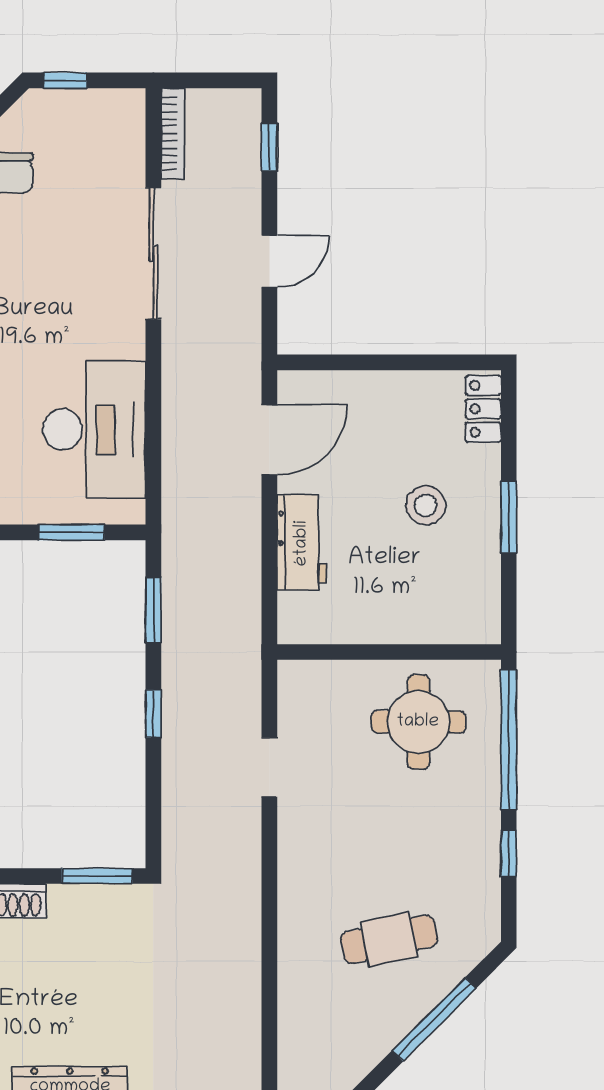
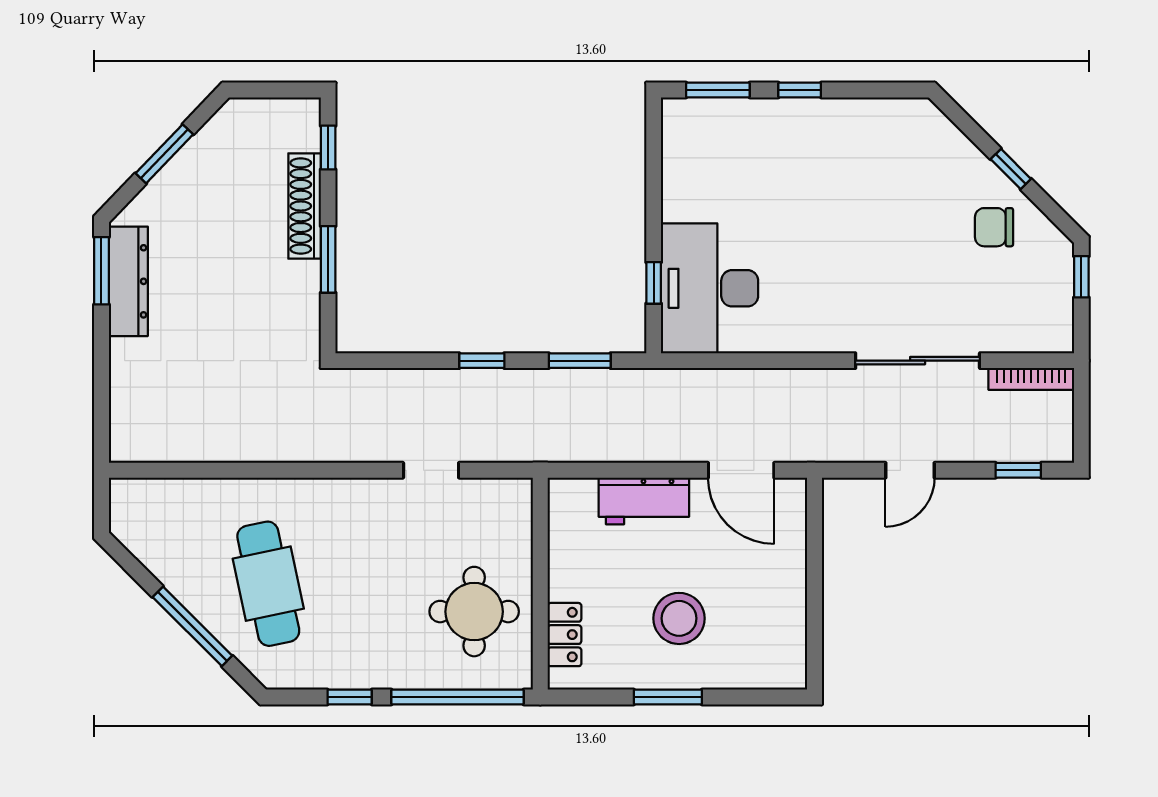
door: (269, 261) -> (910, 470), hinge flipped
locker: (483, 409) -> (564, 635), moved, turned 90
desk: (94, 429) -> (710, 288), moved, turned 90
stool: (426, 505) -> (679, 618), width x1.38, depth x1.38
window: (71, 532) -> (654, 283), width x0.67
window: (97, 876) -> (328, 259), moved
cafe table: (389, 939) -> (268, 584), width x1.37, depth x1.35

